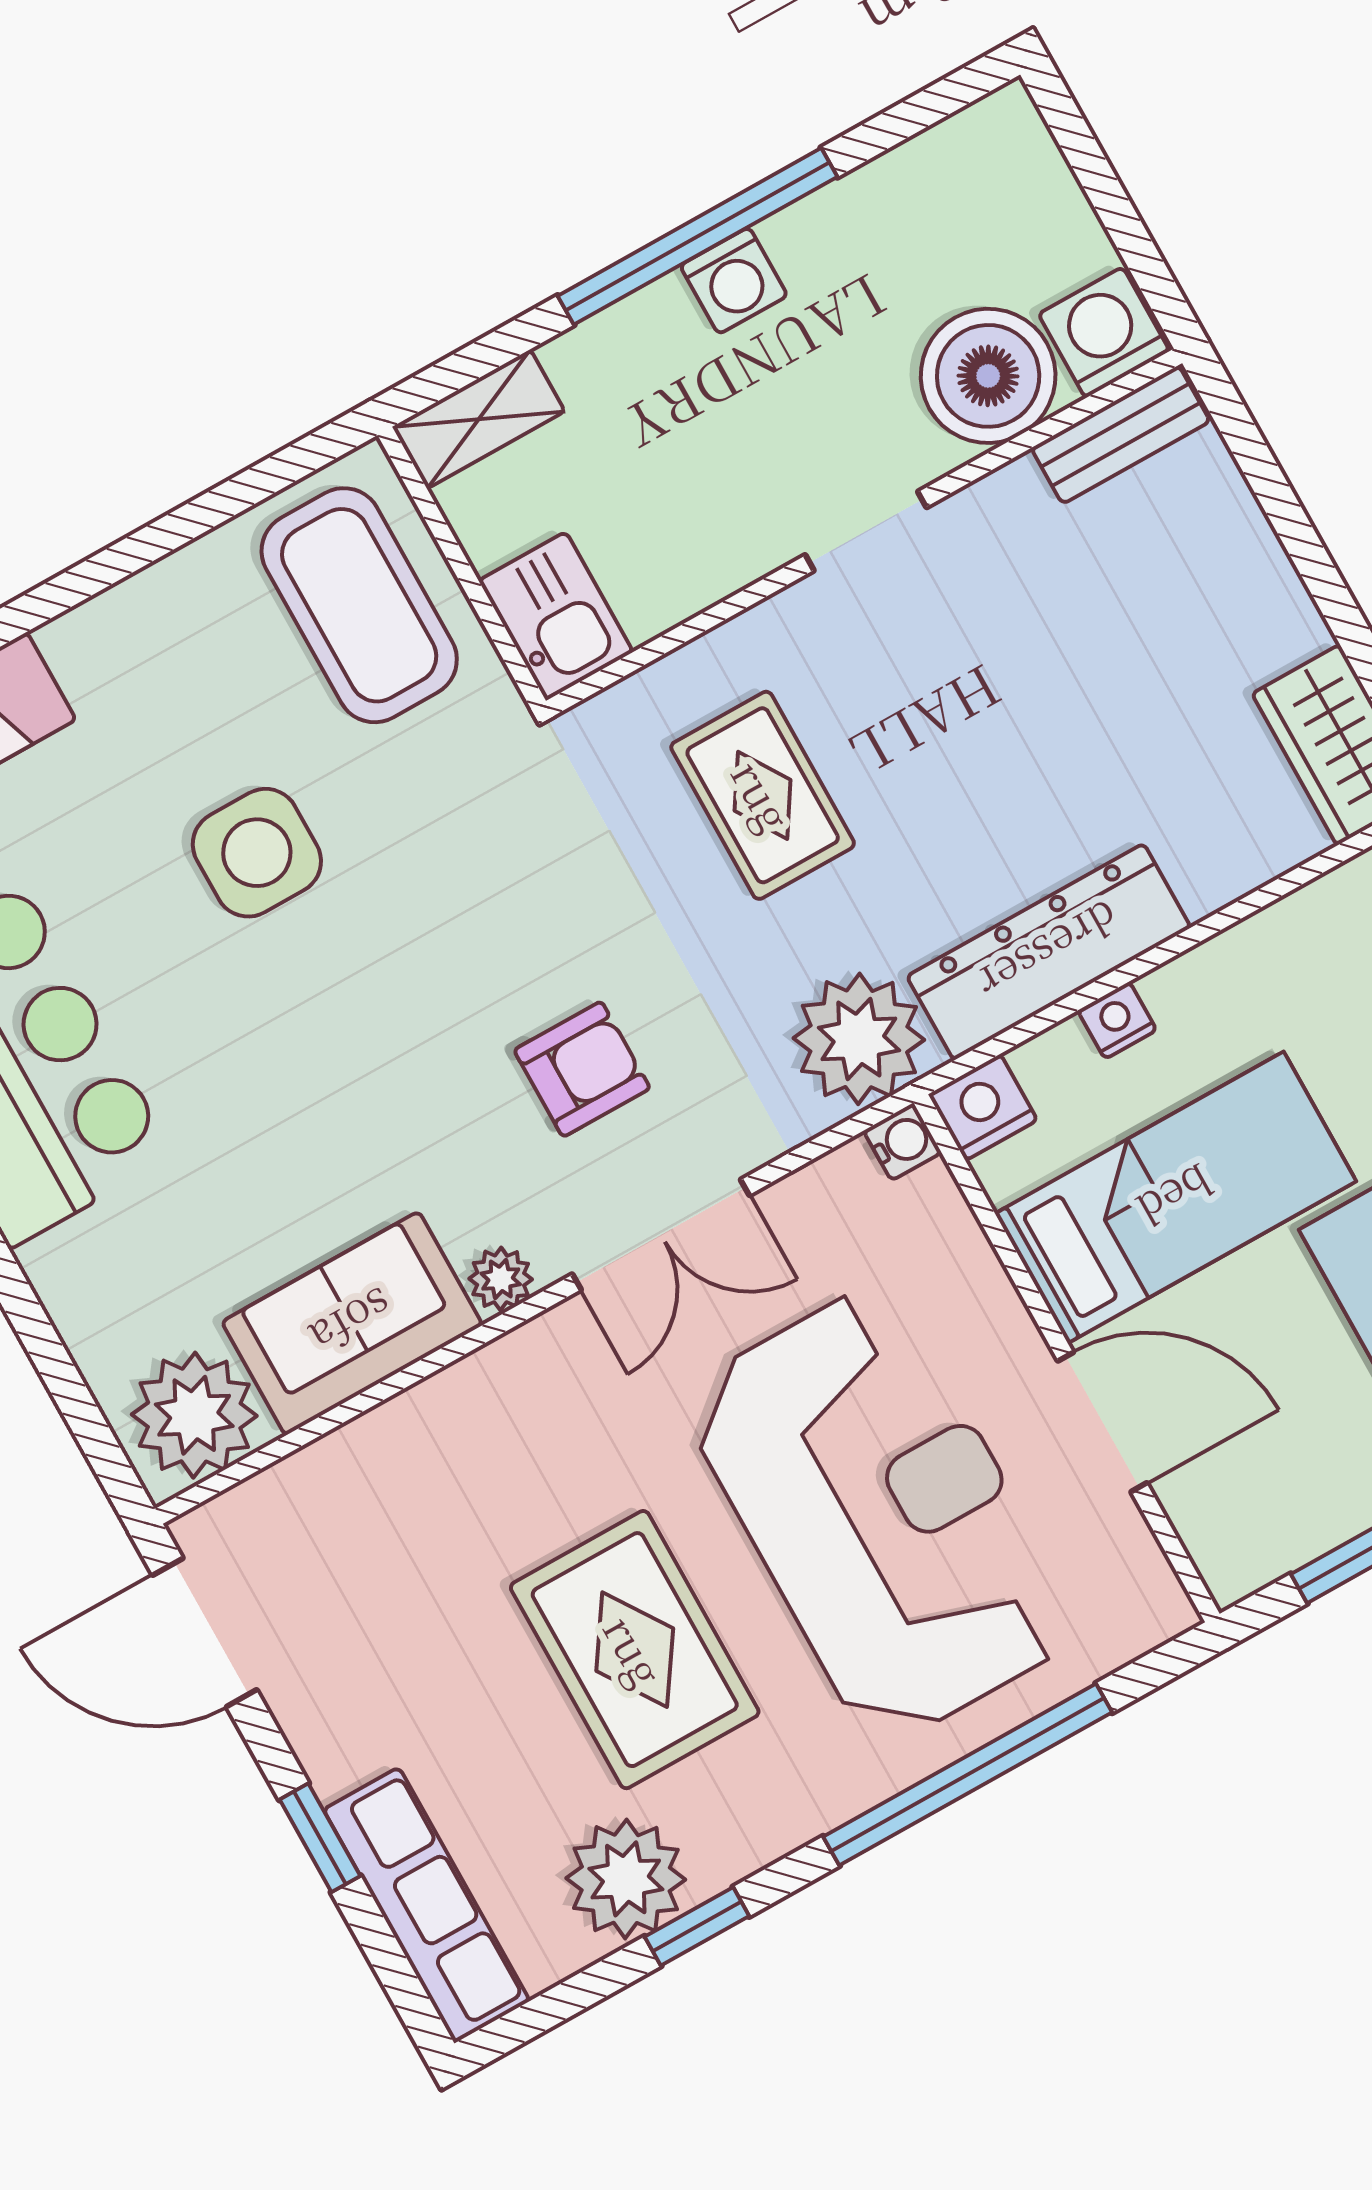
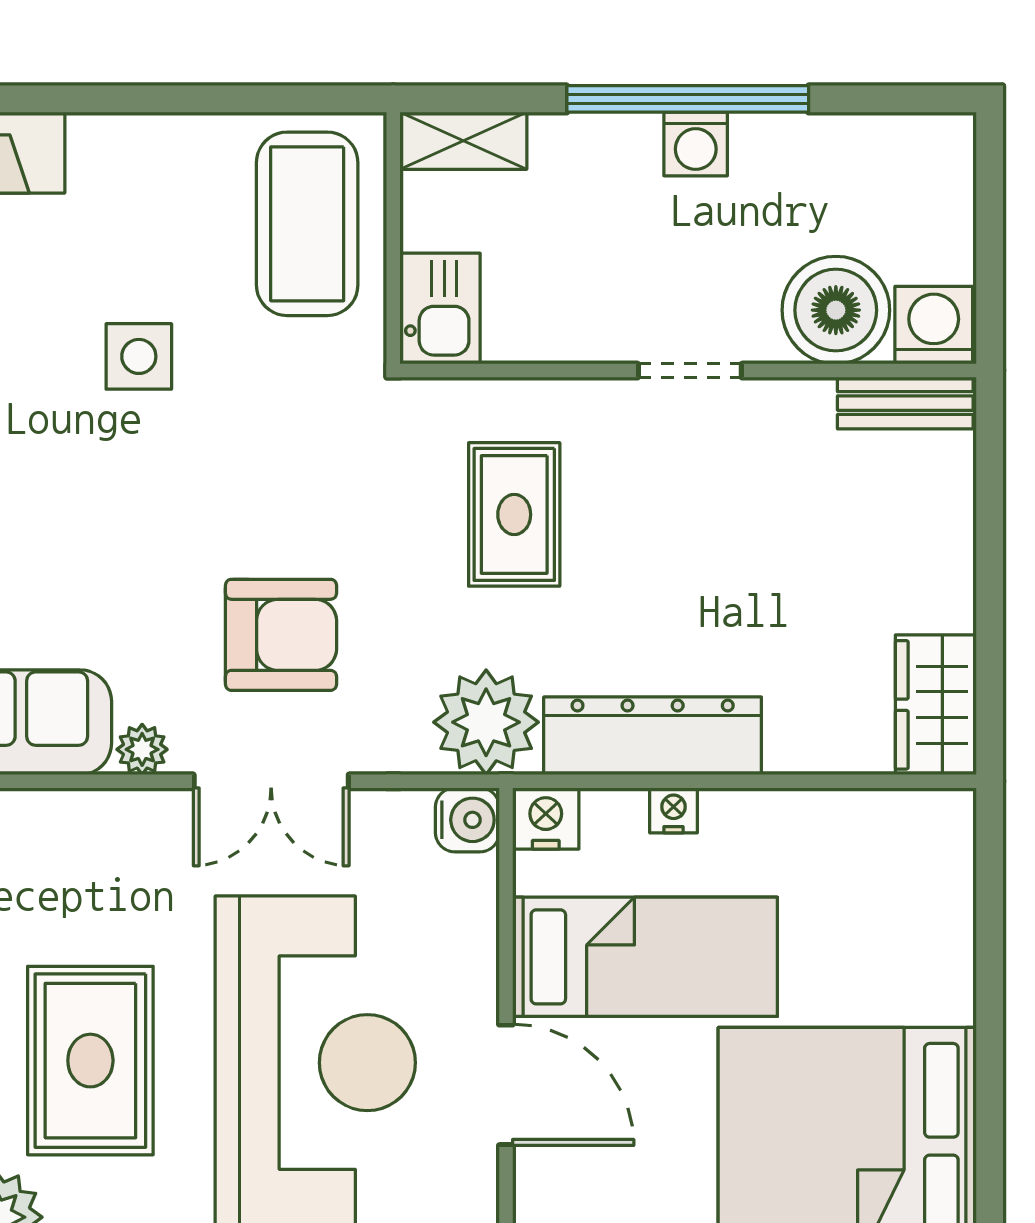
side table: (257, 853) -> (139, 356), width x0.73, depth x0.73
armchair: (582, 1069) -> (281, 635), width x1.38, depth x1.38
water cooler: (902, 1142) -> (467, 820), width x1.38, depth x1.38

